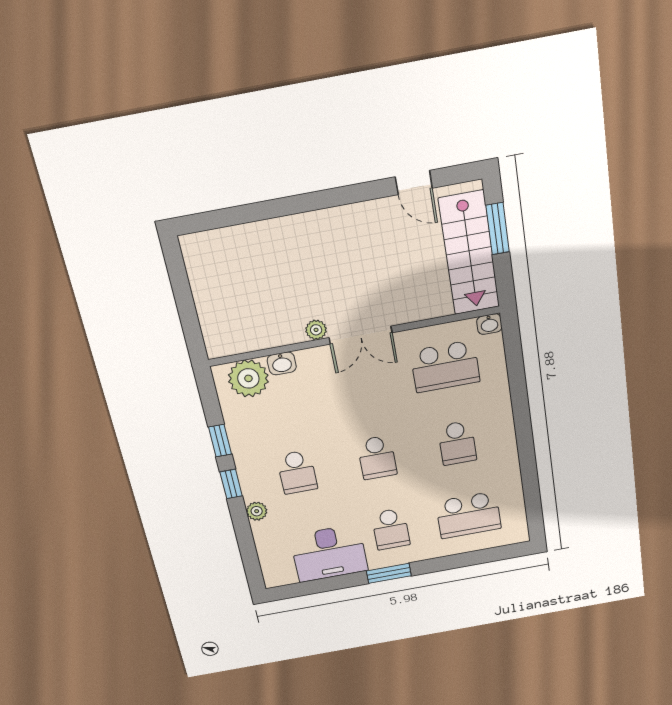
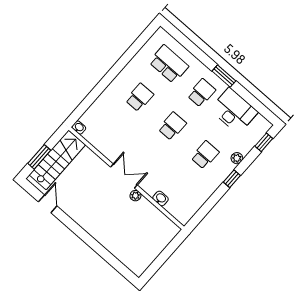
school desk: (445, 366) -> (110, 131), removed
plant: (248, 378) -> (177, 207), removed
window: (220, 441) -> (264, 142), moved

